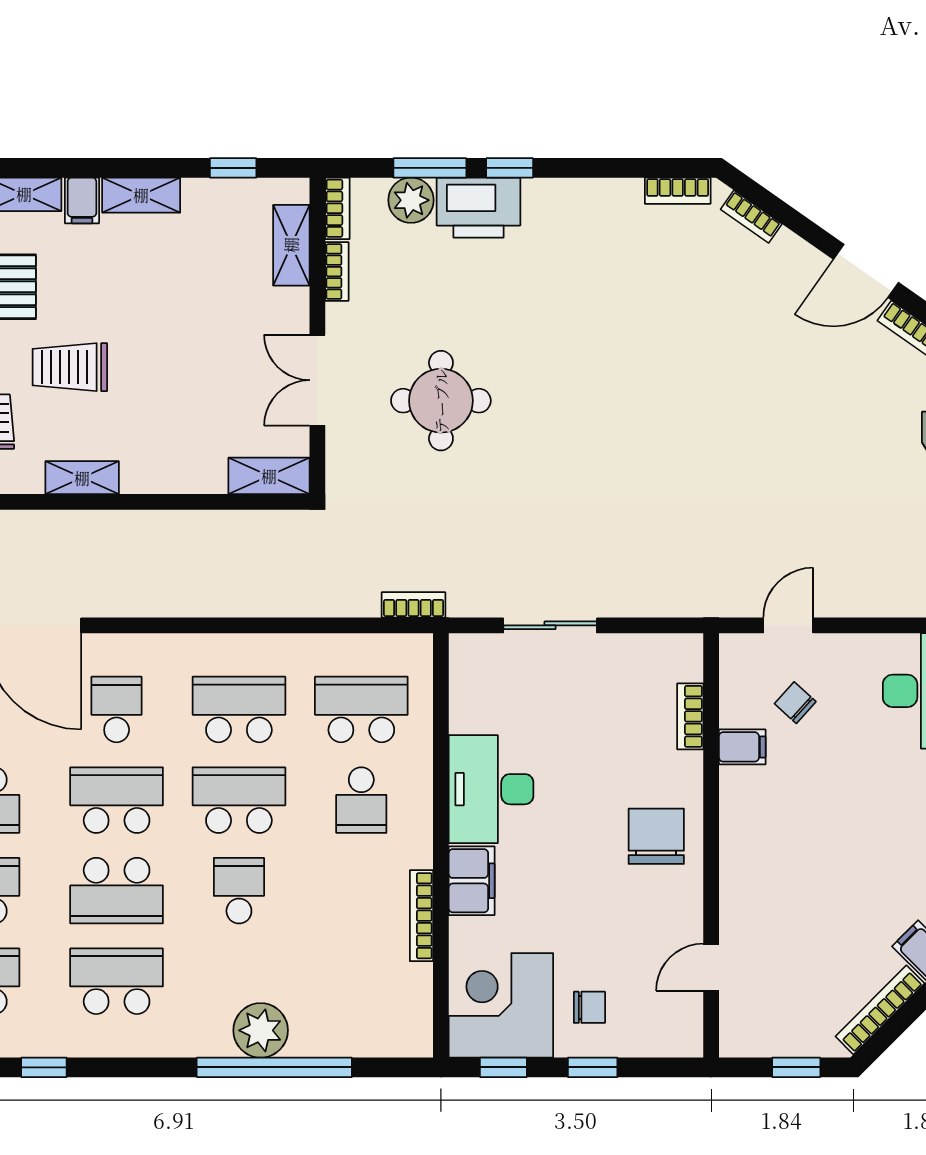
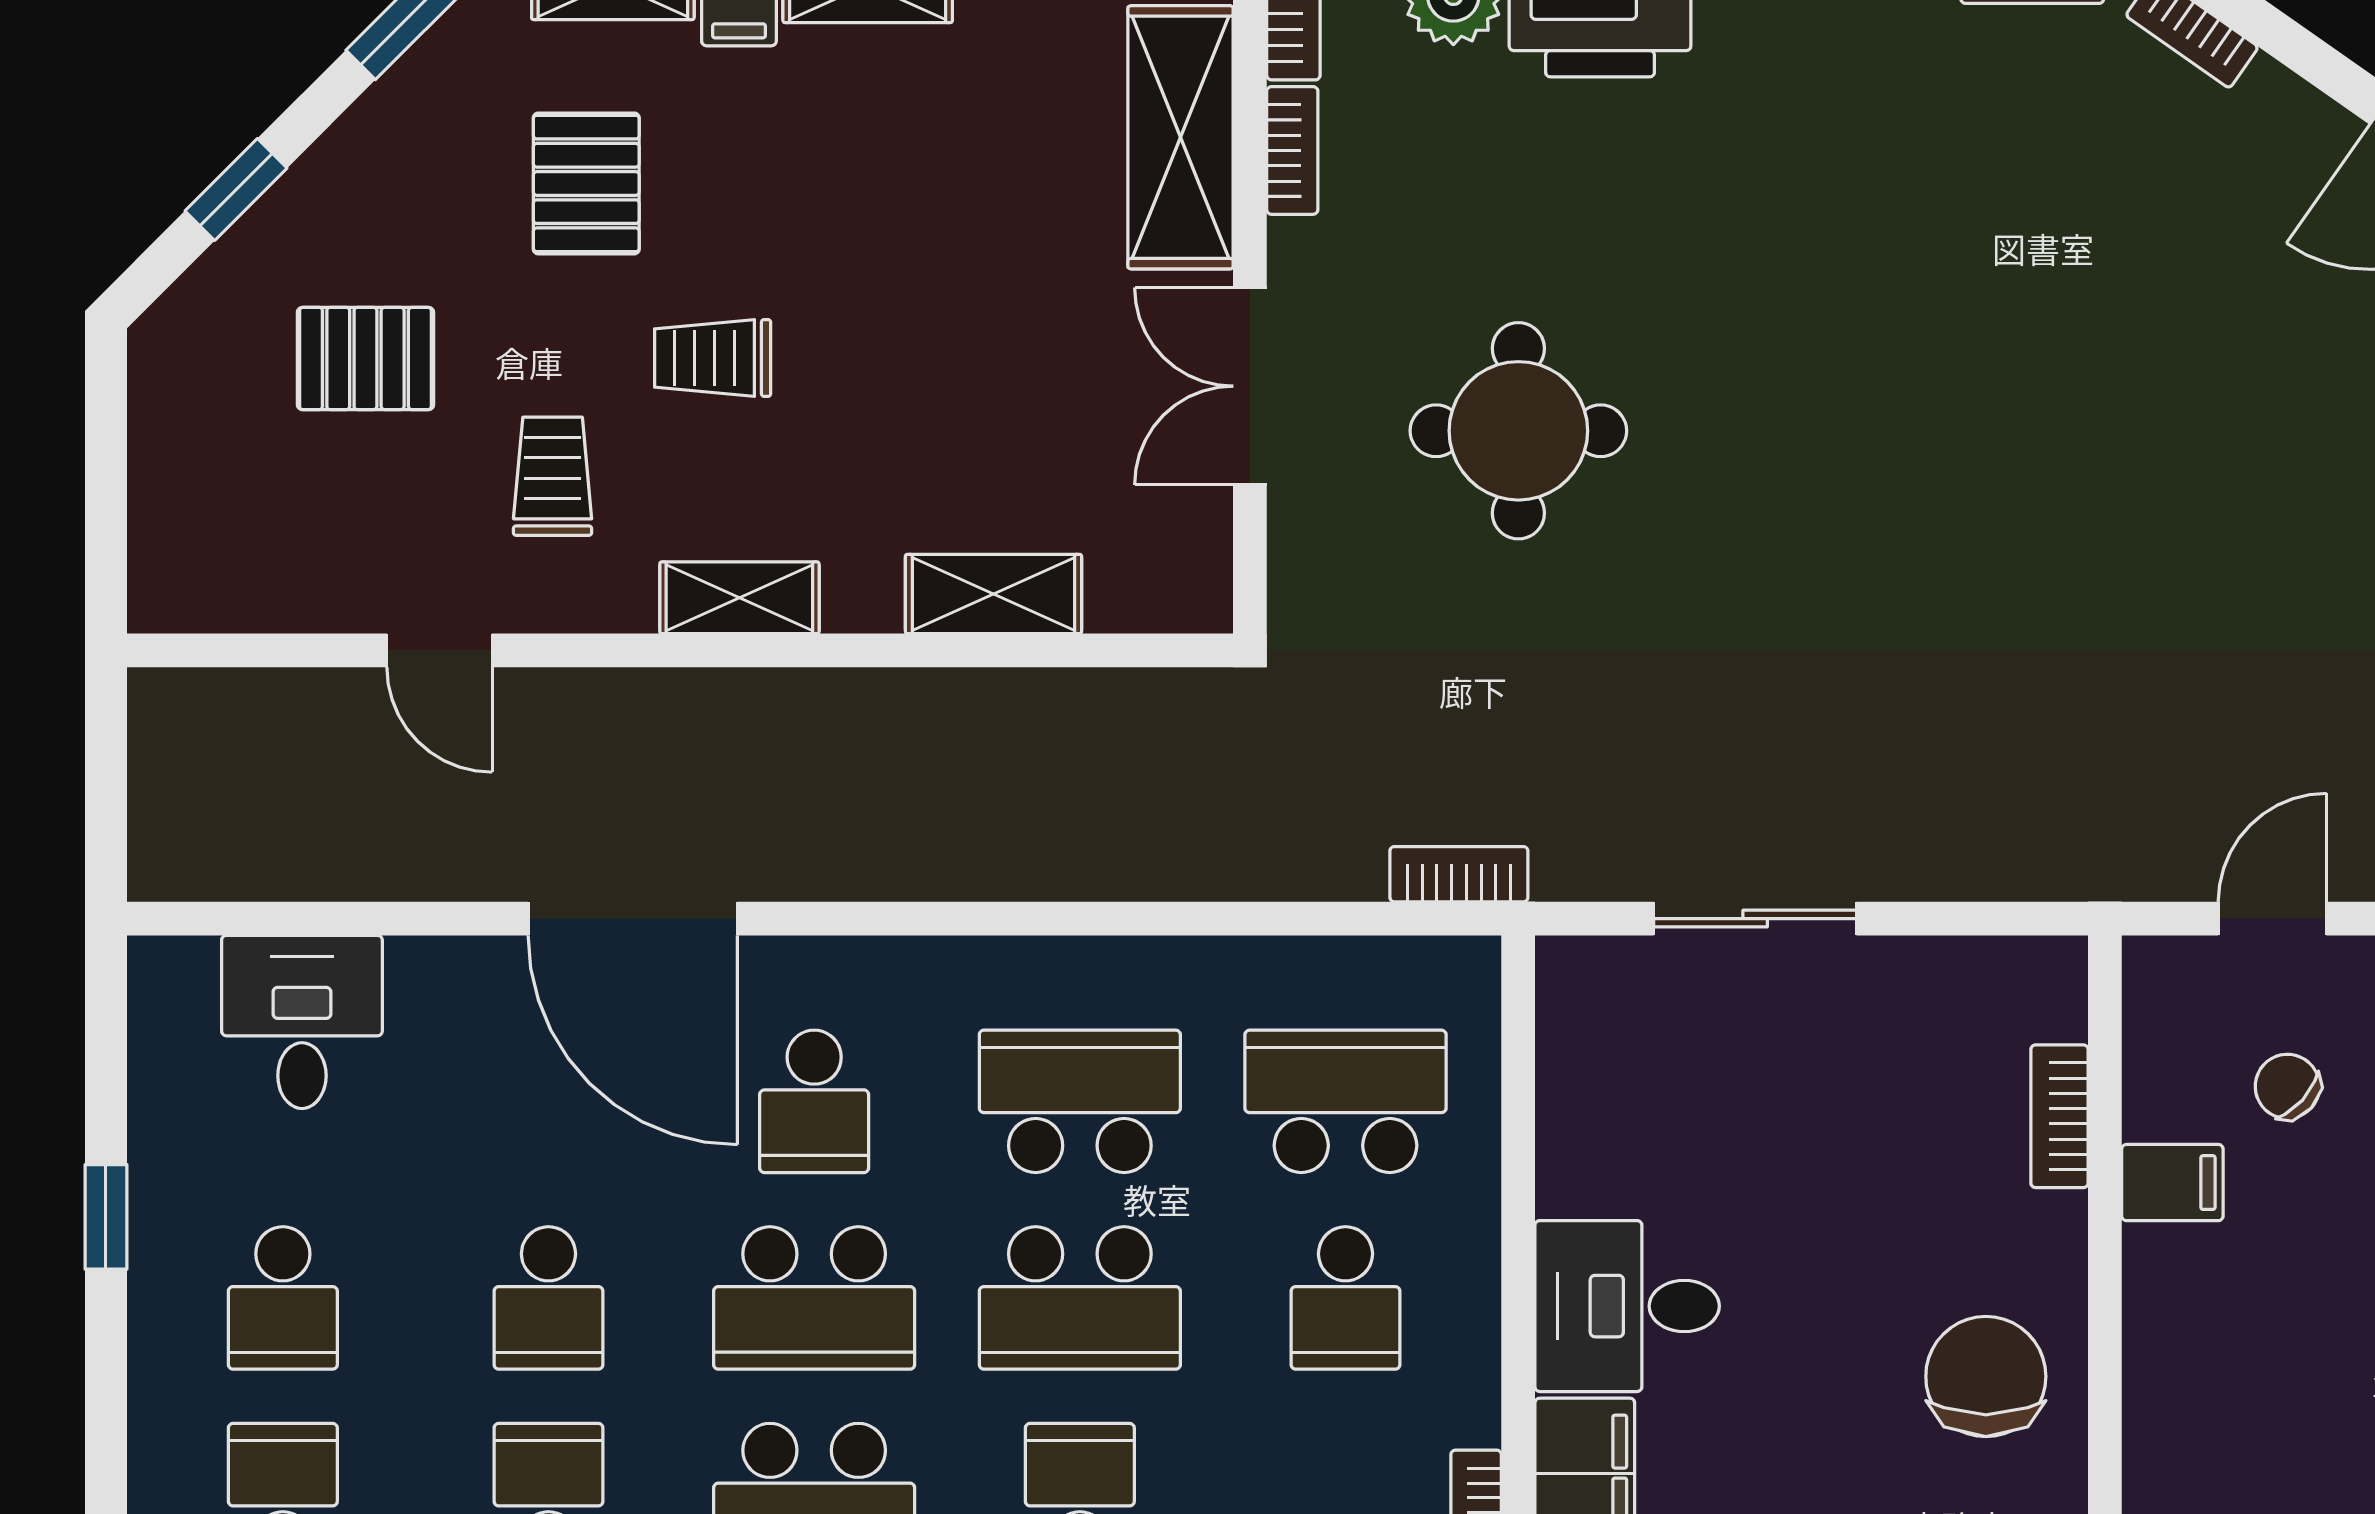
shelving: (291, 245) -> (1181, 137), width x1.50, depth x1.33
trolley: (70, 367) -> (713, 358), width x0.73, depth x0.72
shelving: (269, 476) -> (993, 594), moved
school desk: (117, 710) -> (814, 1101), turned 180
desk: (491, 789) -> (1627, 1306), width x0.73
school desk: (117, 800) -> (814, 1298), turned 180
school desk: (239, 800) -> (1080, 1298), turned 180

